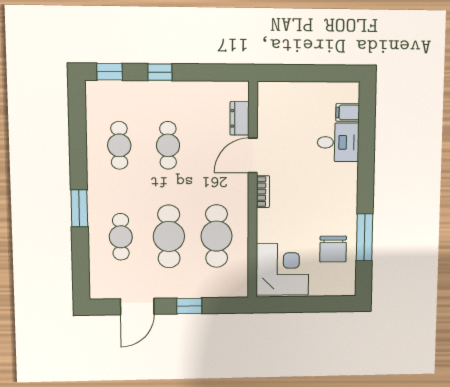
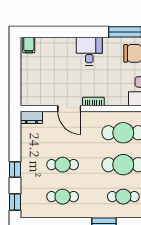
filing cabinet: (348, 112) -> (29, 45), moved
dresser: (240, 118) -> (31, 117), moved
desk: (338, 142) -> (89, 51), moved

